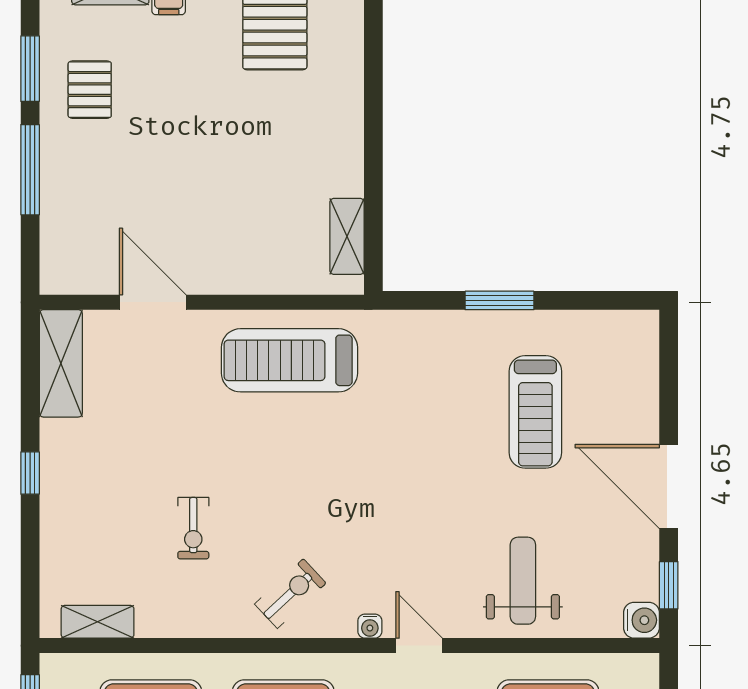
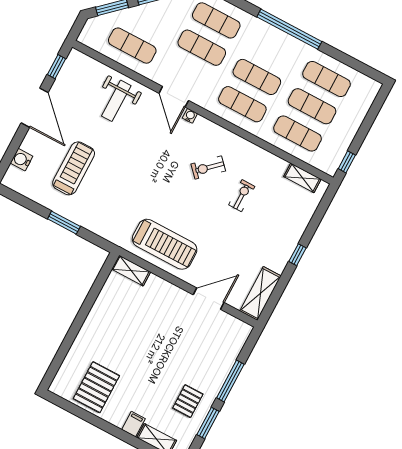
shelving: (347, 236) -> (131, 270), moved, turned 90
door: (153, 302) -> (209, 299), swing flipped
exercise bike: (290, 594) -> (208, 167), moved
water cooler: (641, 620) -> (22, 160), moved
door: (419, 646) -> (174, 97), width x1.38

